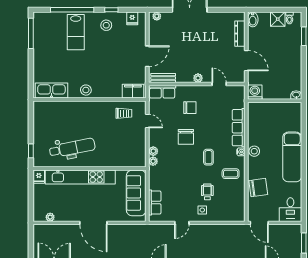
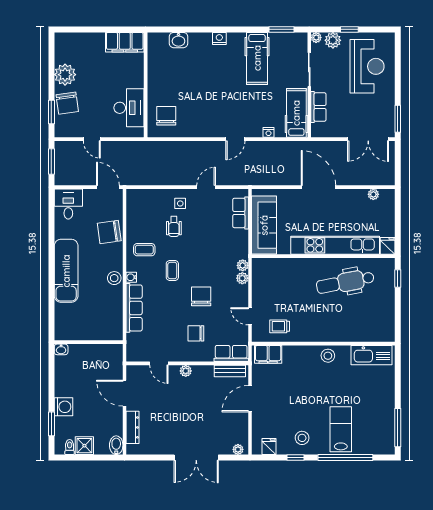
washing machine: (255, 92) -> (63, 407), moved, turned -90

